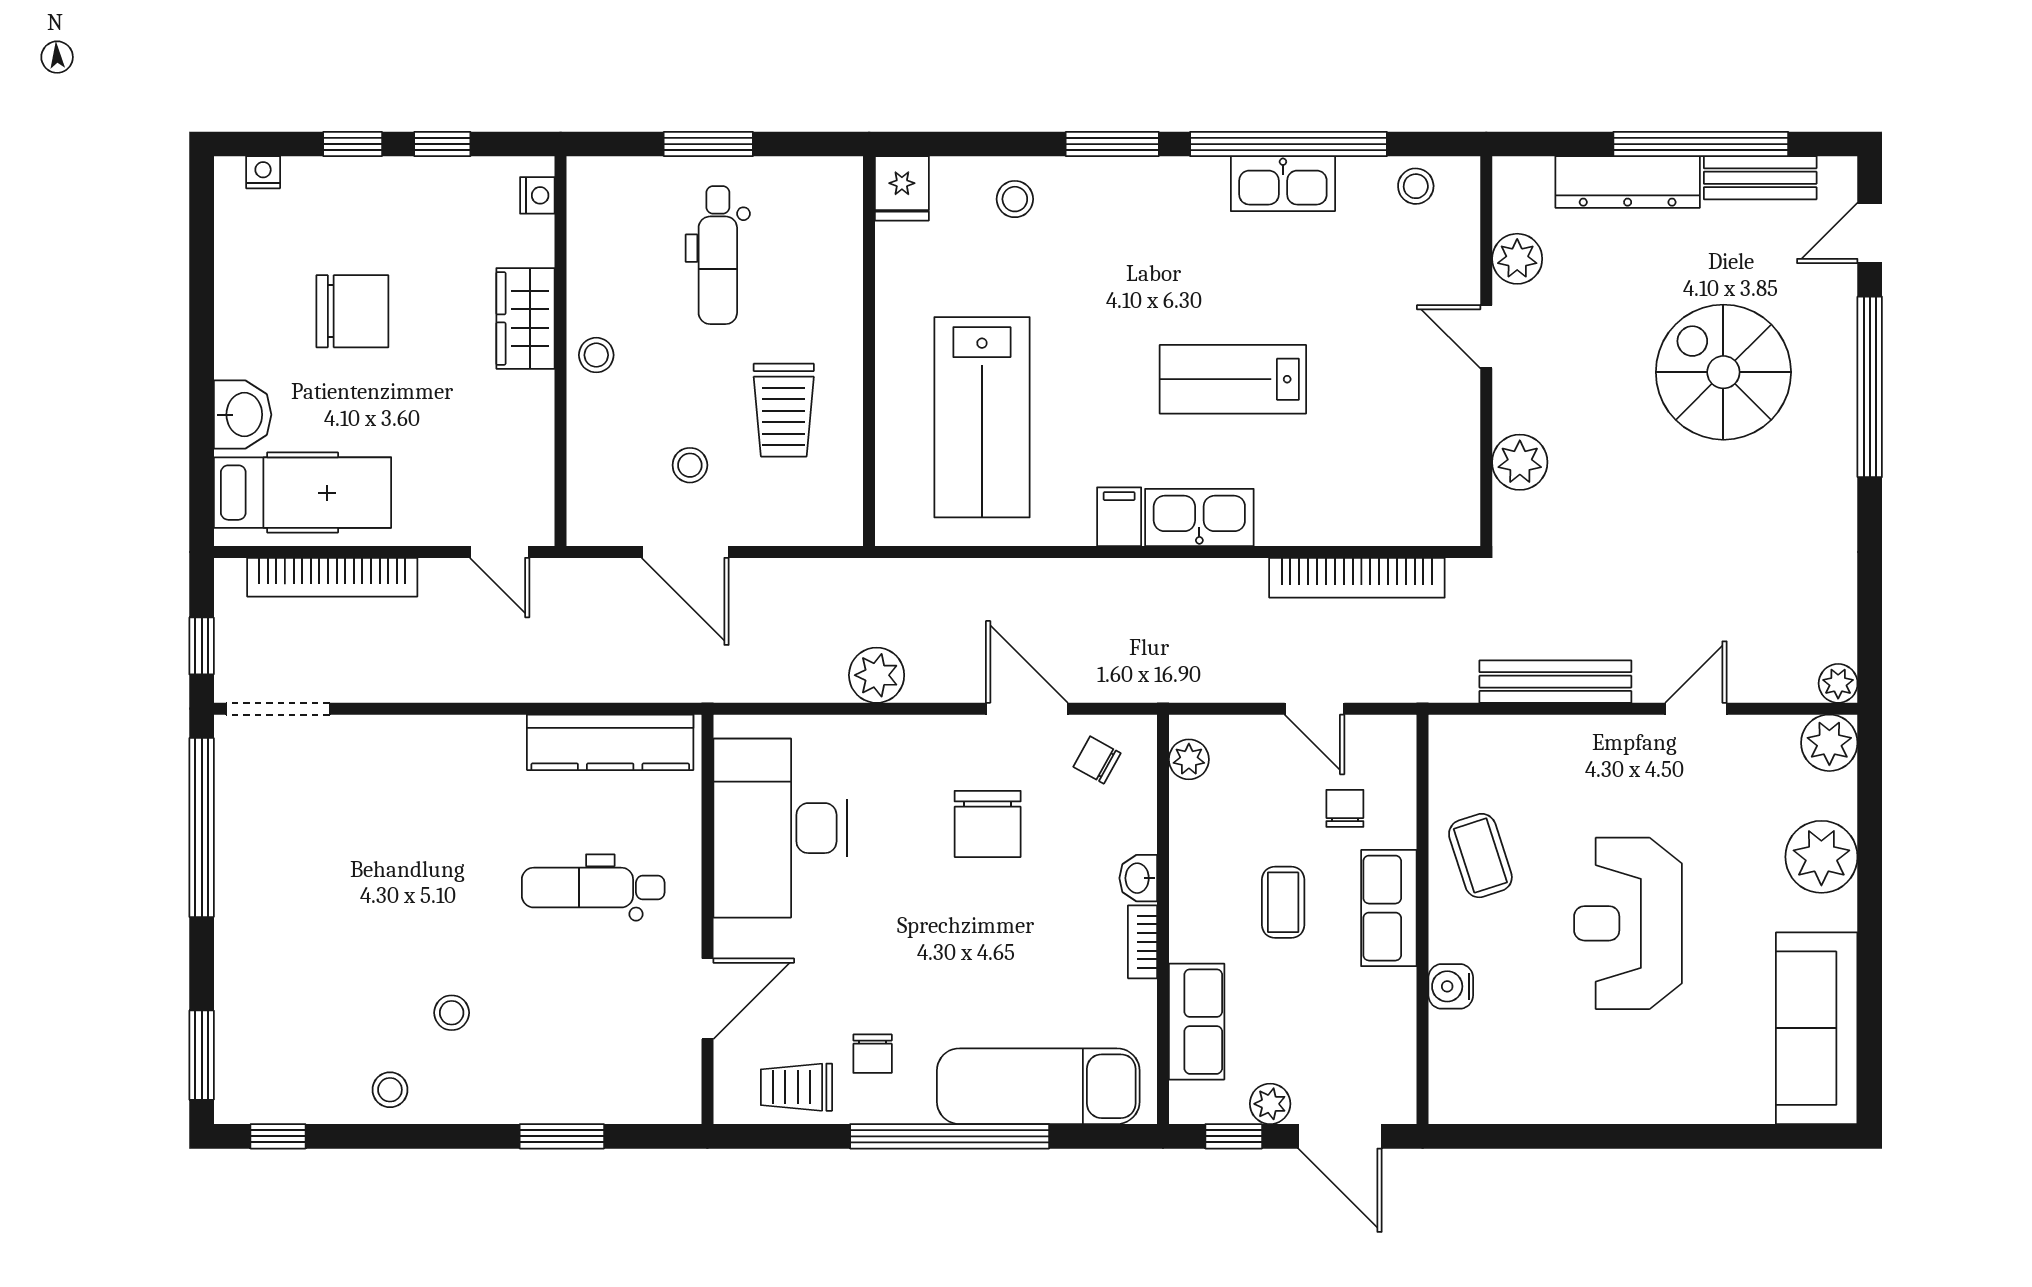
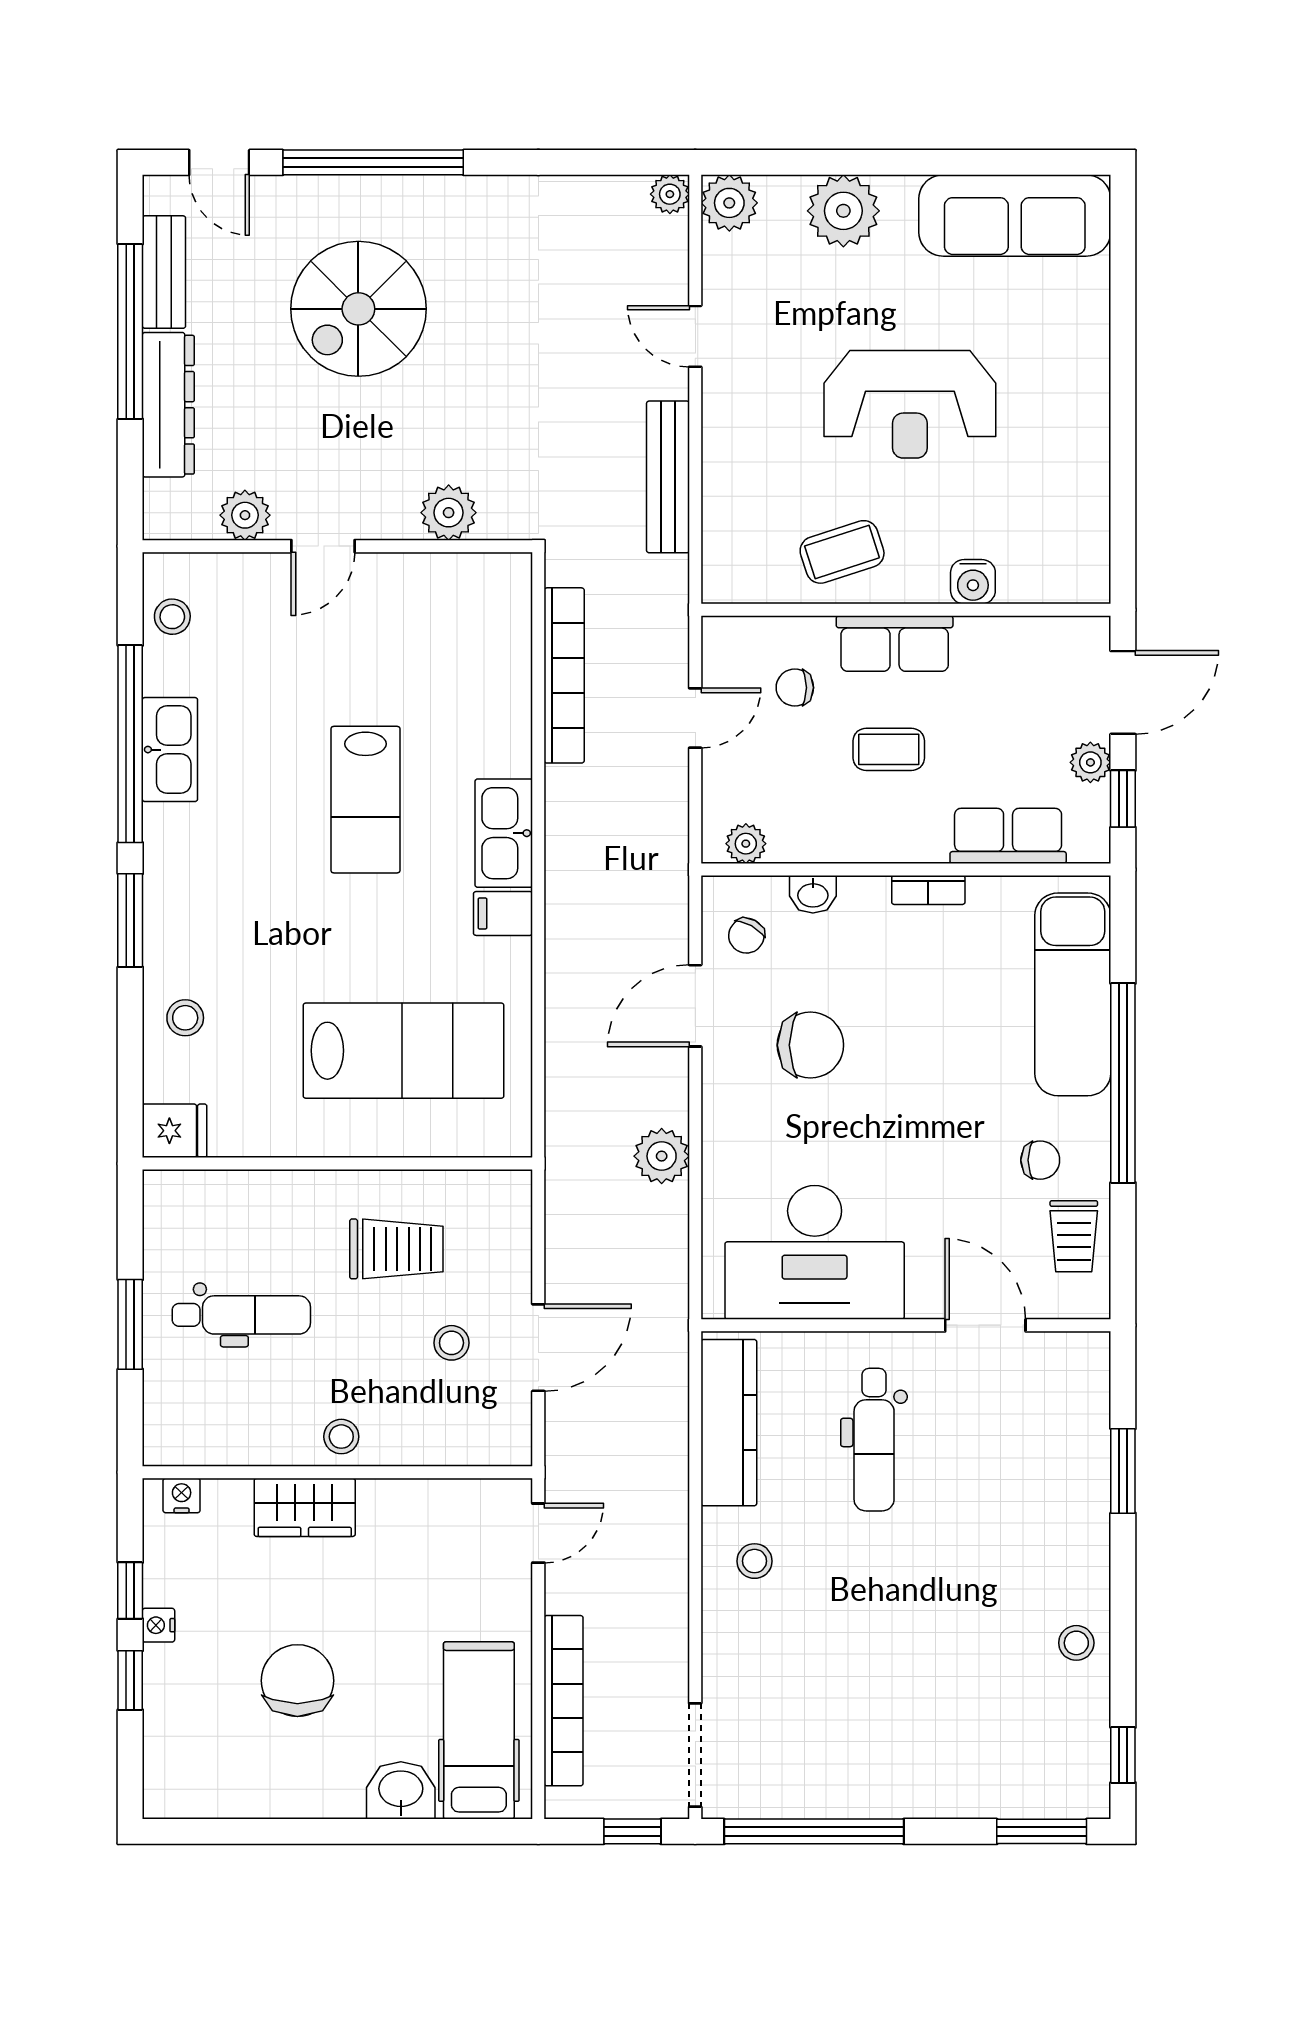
nightstand: (263, 172) -> (158, 1625), moved
washbasin: (1138, 878) -> (813, 894), moved
stool: (452, 1013) -> (755, 1561), moved

